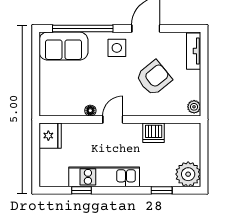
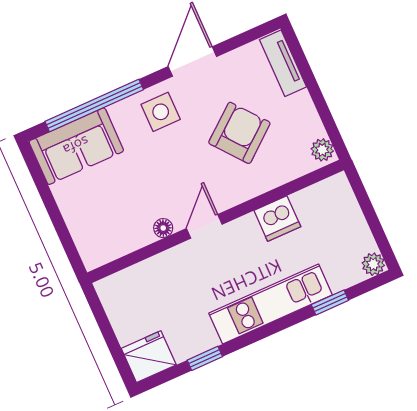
fridge: (50, 136) -> (149, 357), moved, turned -90
plant: (188, 174) -> (373, 264), width x0.53, depth x0.53
kitchen unit: (104, 177) -> (271, 304), moved

